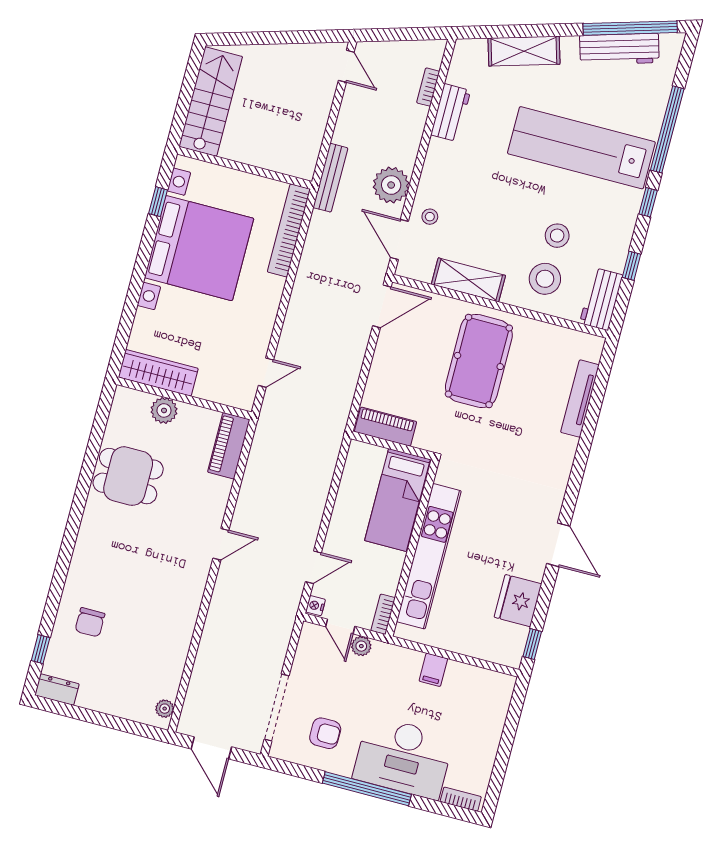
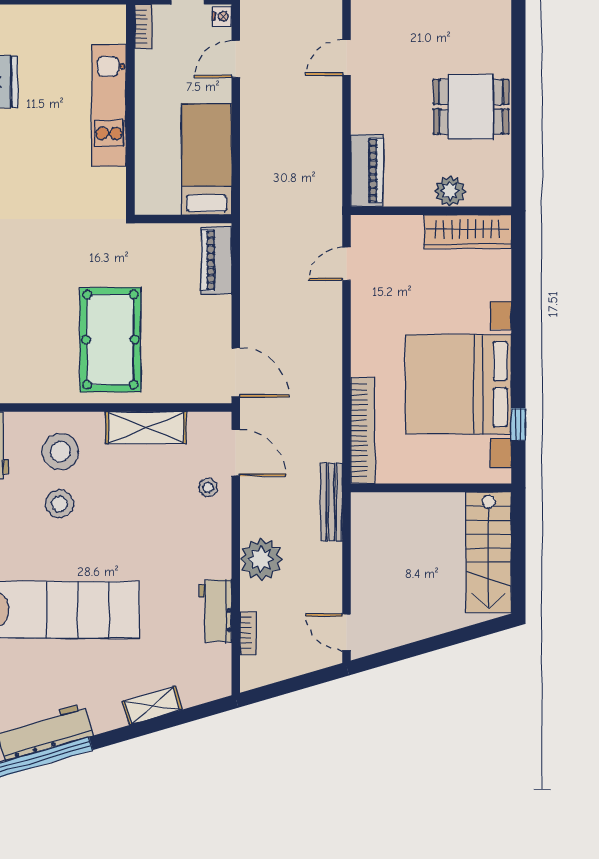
shelving: (524, 51) -> (152, 706), width x0.67, depth x0.75
plant: (391, 185) -> (261, 559), moved
door: (382, 306) -> (236, 372), swing flipped
piano: (386, 427) -> (216, 260), moved, turned 90
bed: (397, 500) -> (207, 159), moved
kitchen unit: (429, 556) -> (109, 105), width x0.73

